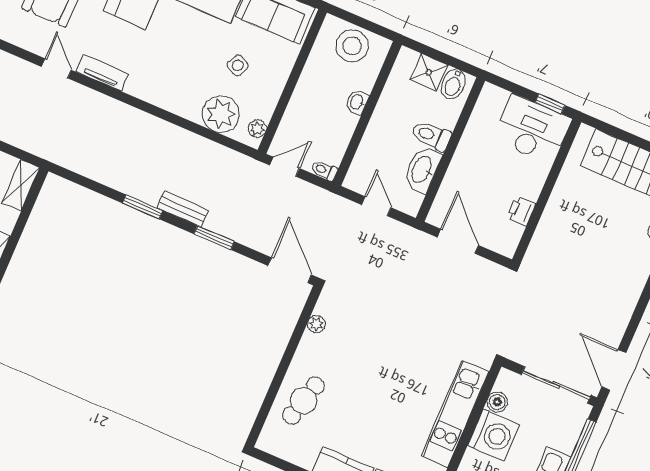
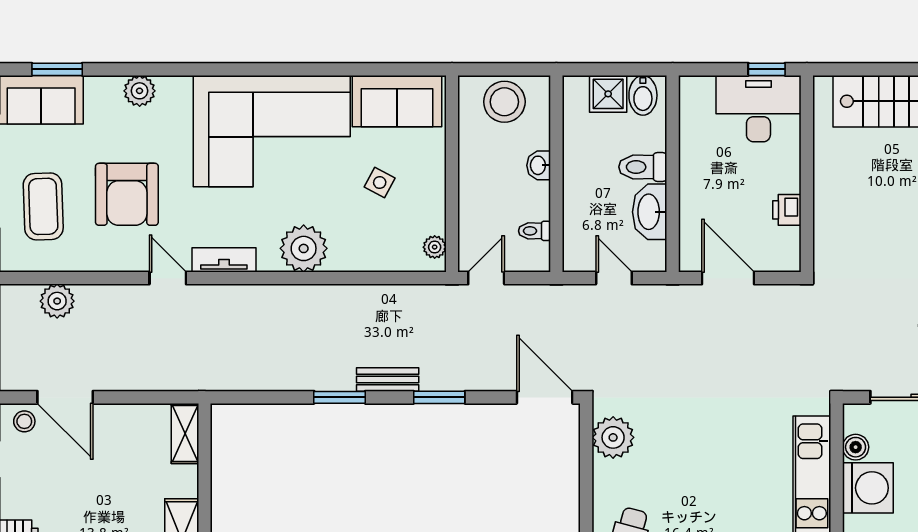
plant: (221, 114) -> (304, 248), moved
toilet: (324, 170) -> (534, 231), moved
plant: (316, 324) -> (613, 437), width x1.87, depth x1.87

